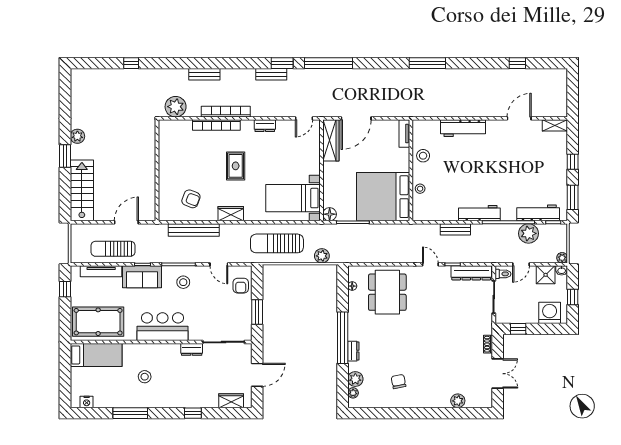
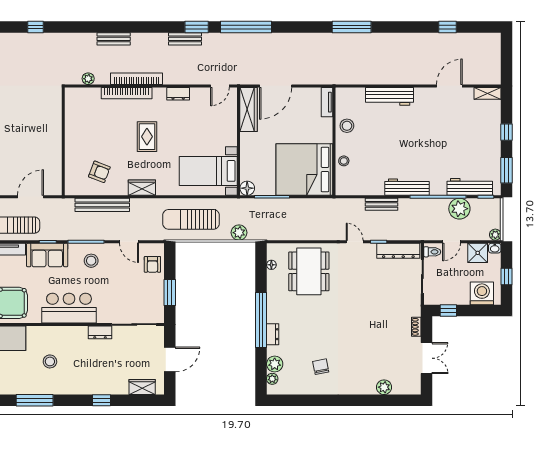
plant: (176, 107) -> (88, 79), width x0.53, depth x0.53

